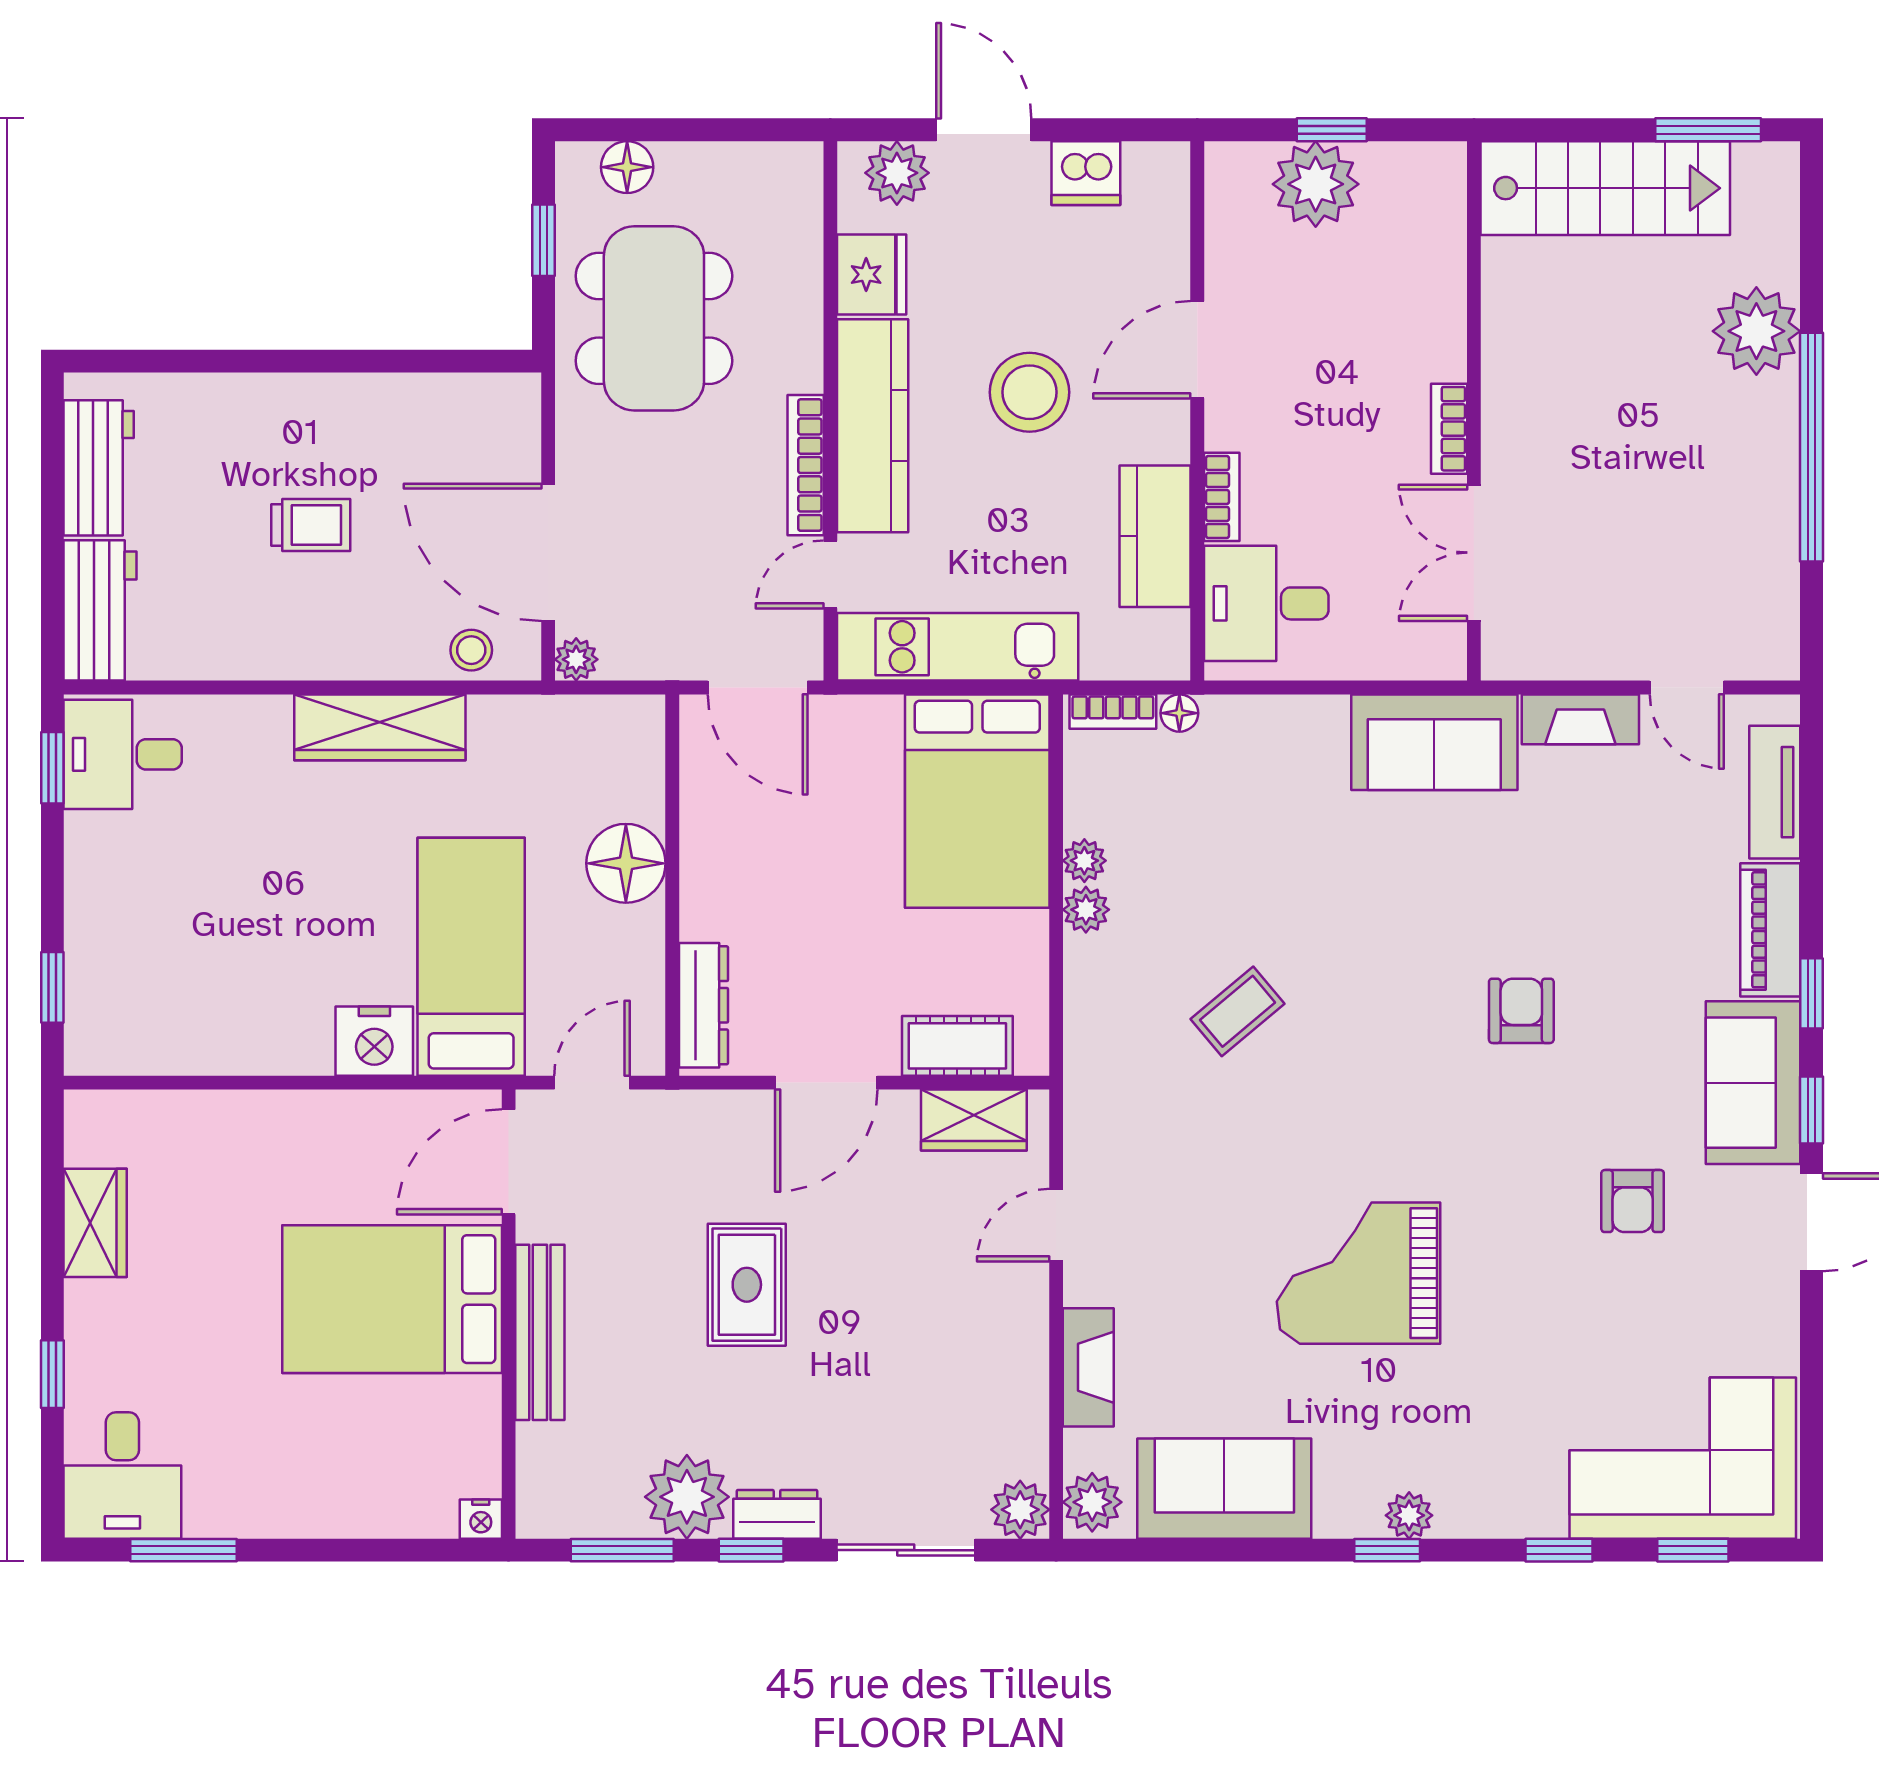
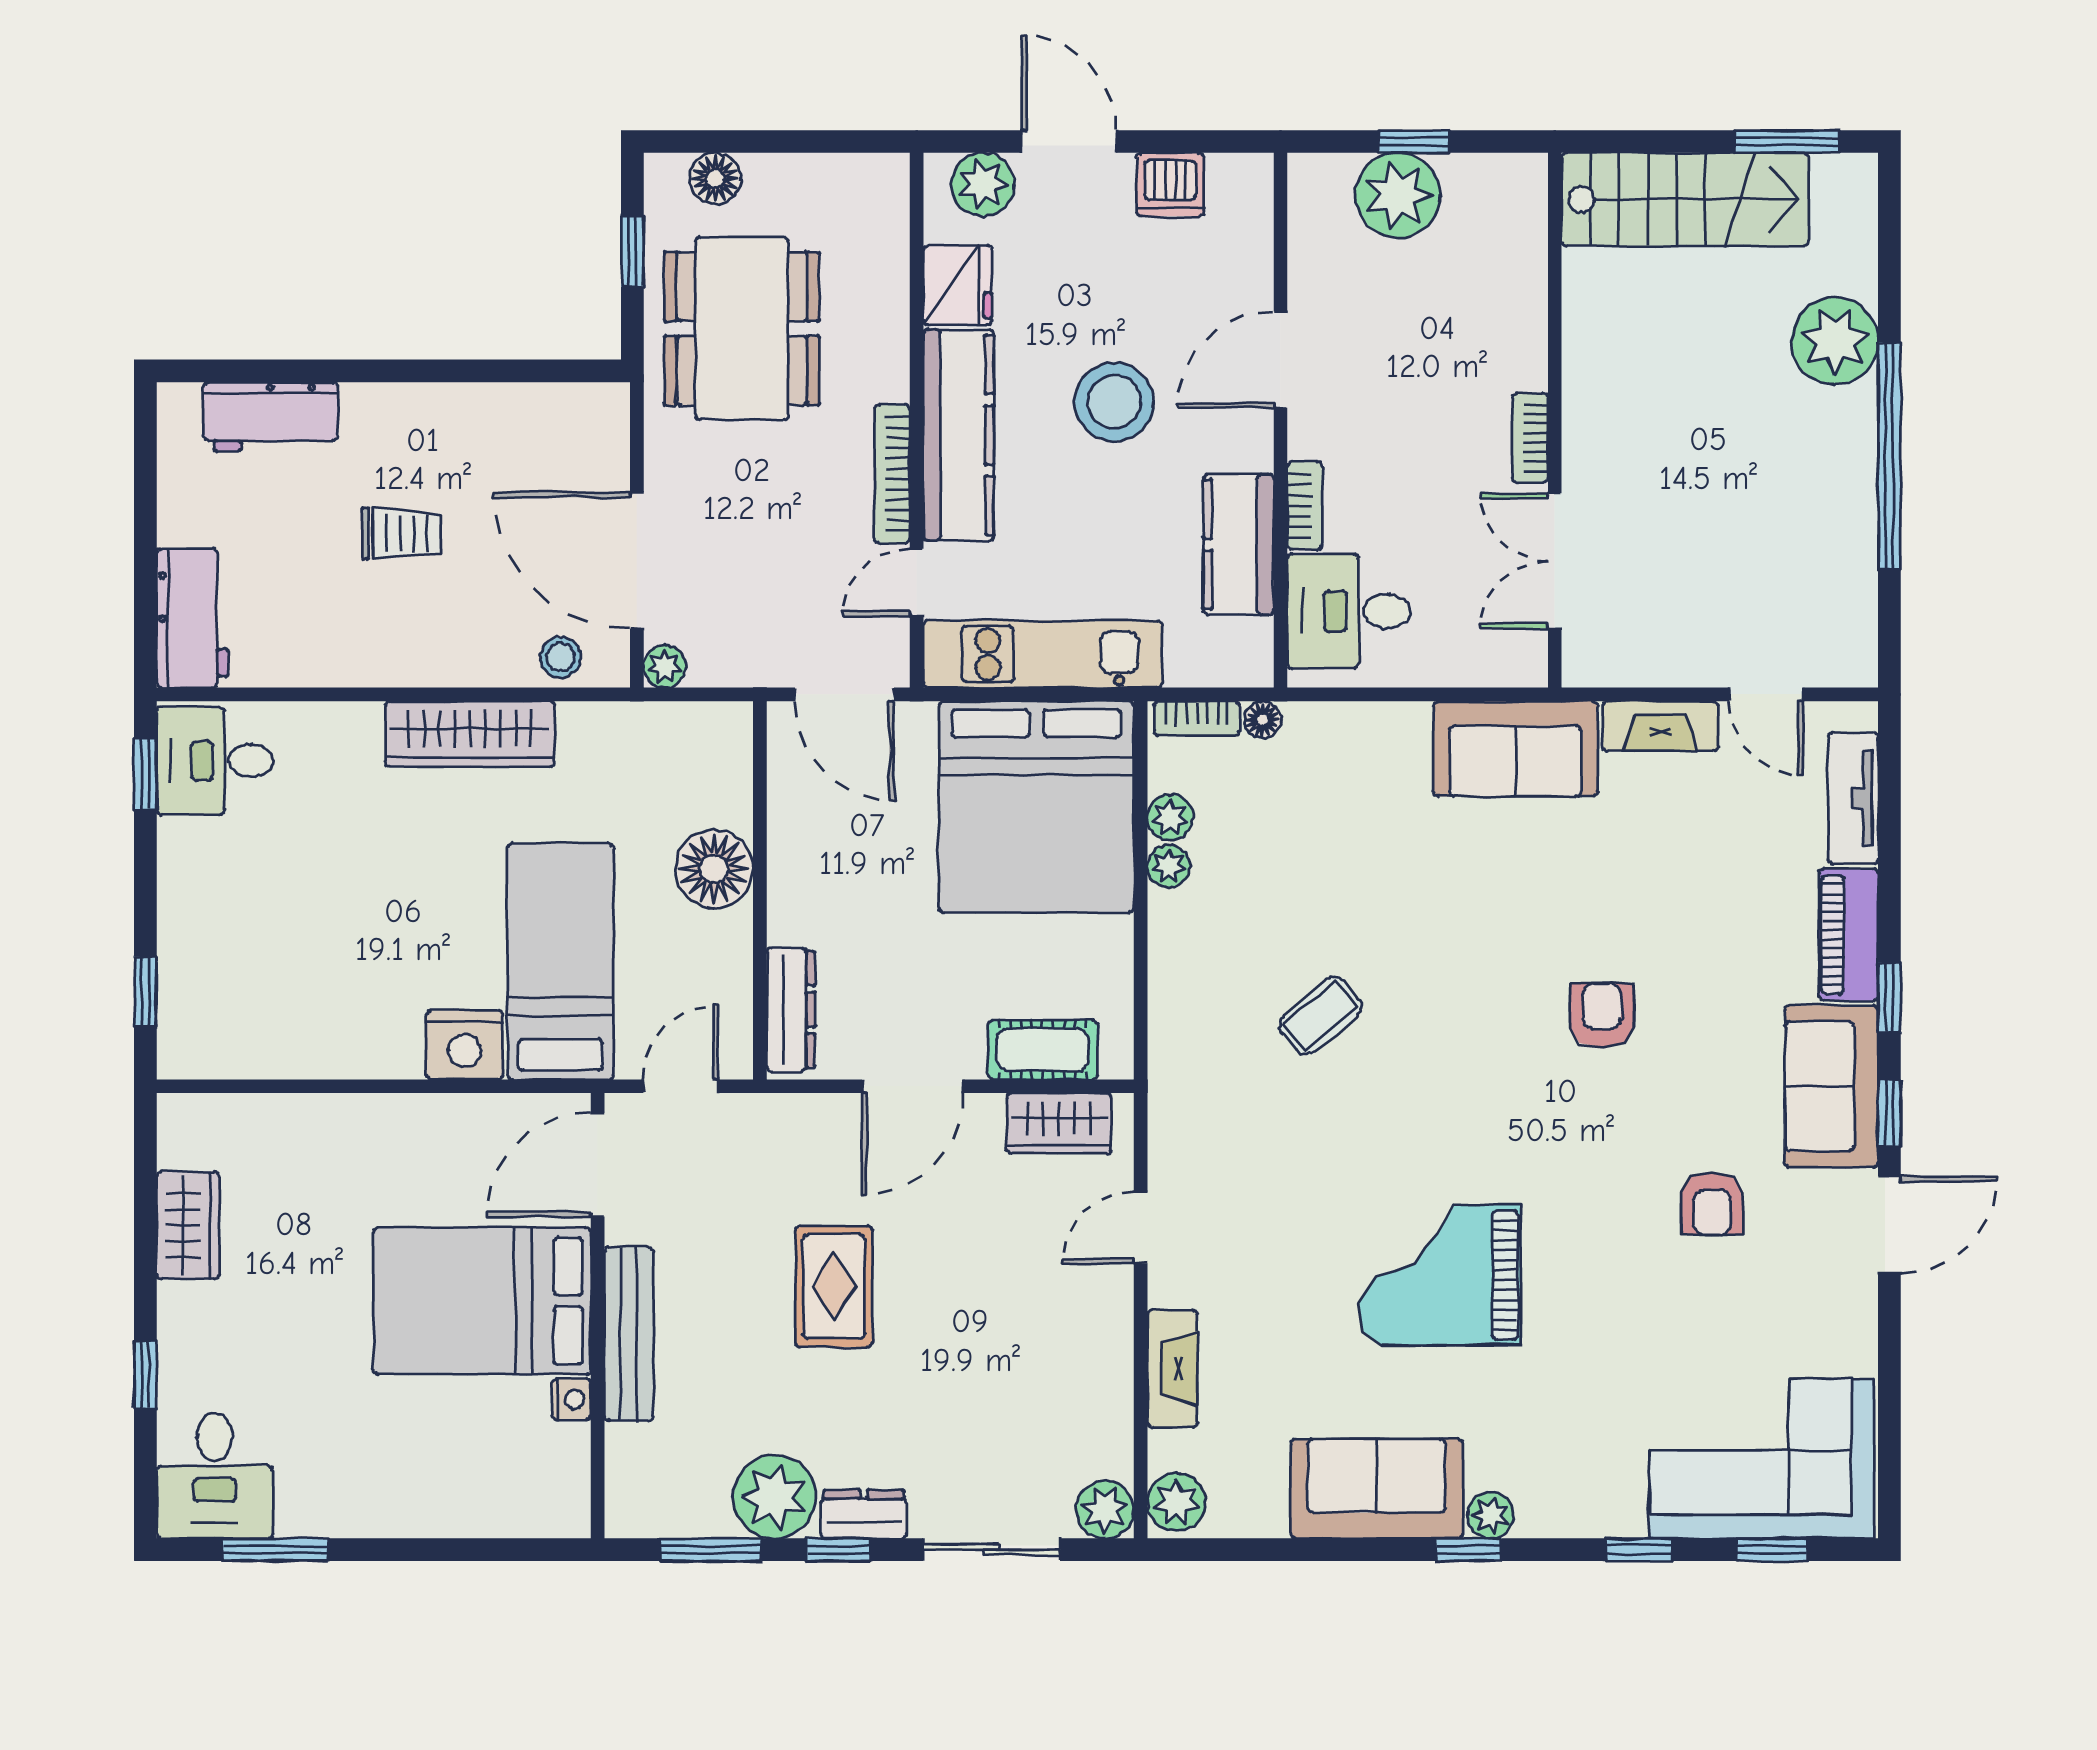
workbench: (99, 468) -> (271, 417), moved, turned 90
bed: (977, 801) -> (1036, 807), width x1.36
plant: (1086, 910) -> (1170, 818), moved
sofa: (1224, 1489) -> (1377, 1489), moved
nightstand: (481, 1519) -> (571, 1399), moved, turned -90

